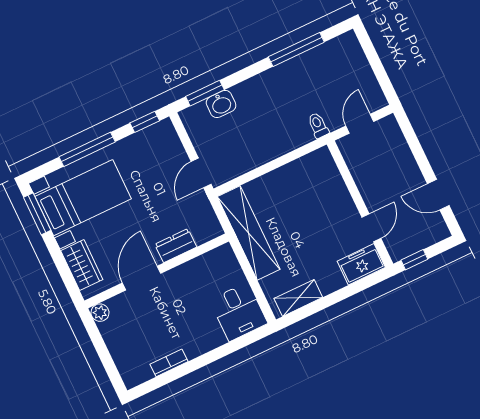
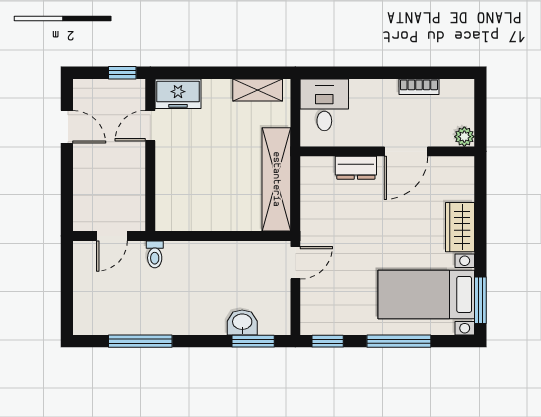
dresser: (176, 246) -> (356, 168), moved
wall: (157, 271) -> (387, 151), moved
door: (142, 278) -> (406, 151), moved
plant: (100, 313) -> (464, 137), moved

